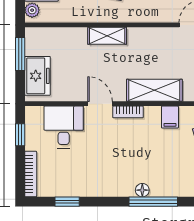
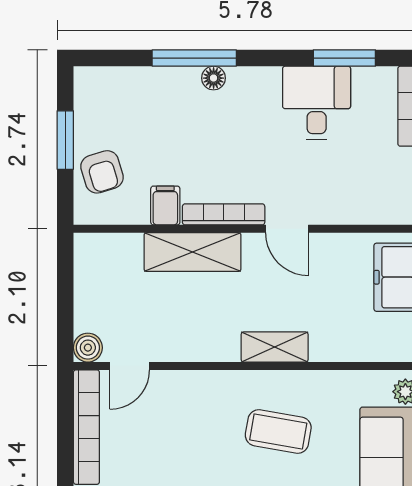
bookcase: (128, 112) -> (224, 214), width x1.56
desk: (64, 127) -> (317, 103), moved, turned 180
window: (67, 202) -> (344, 58), width x1.50

